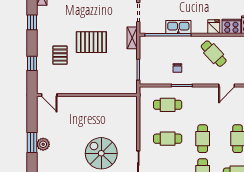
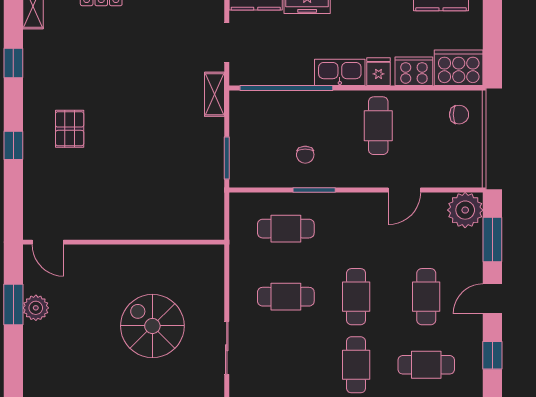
kitchen sink: (178, 27) -> (340, 72), moved
pallet: (91, 42) -> (133, 103), removed
cafe table: (214, 54) -> (378, 126), turned 43
door: (49, 95) -> (48, 242), moved
wall: (87, 95) -> (124, 242), moved

